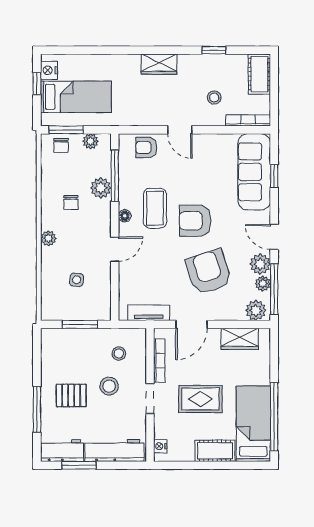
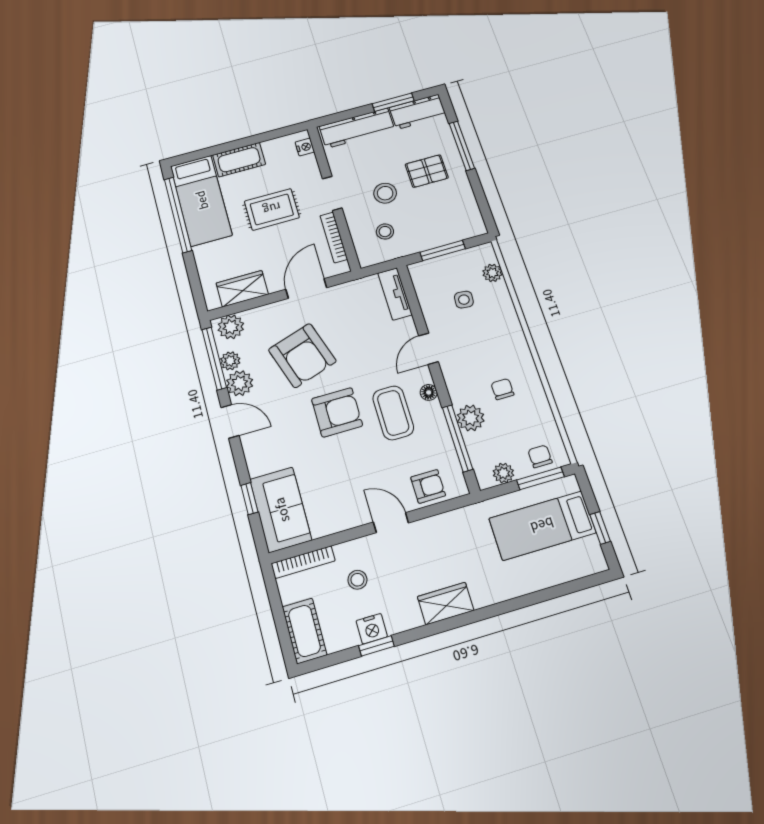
nightstand: (49, 70) -> (372, 629), moved, turned 90
sofa: (254, 172) -> (281, 510), width x0.73
plant: (48, 238) -> (492, 273), moved
tv unit: (149, 313) -> (395, 294), moved, turned 90

